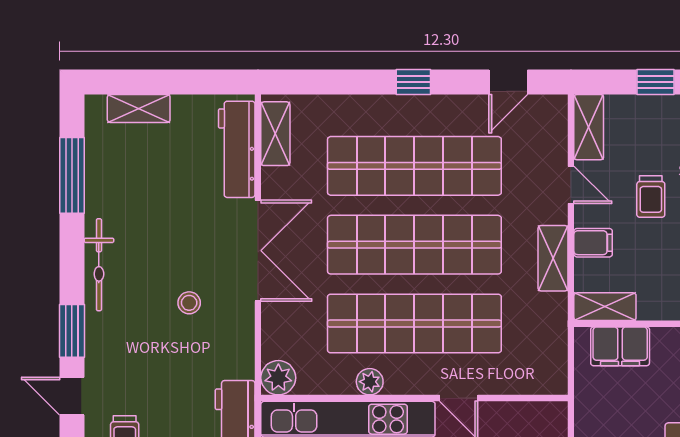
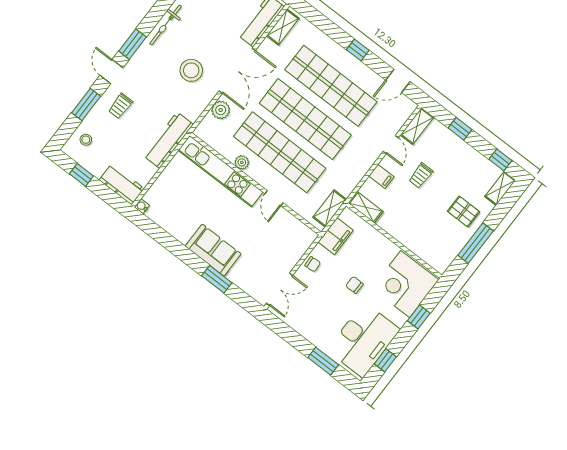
shelving: (553, 258) -> (330, 208), moved
stool: (189, 303) -> (191, 70), width x1.89, depth x1.89
filing cabinet: (620, 346) -> (336, 236), moved, turned -90
plant: (278, 378) -> (221, 110), moved

